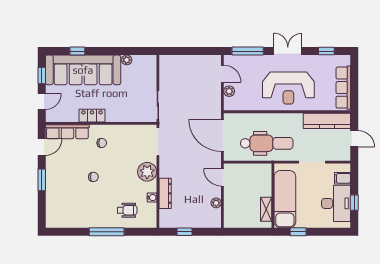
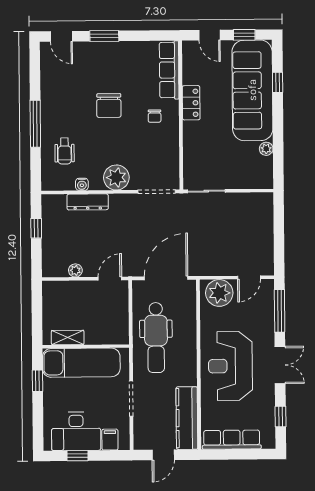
plant: (229, 91) -> (219, 293), width x1.87, depth x1.87
door: (42, 147) -> (61, 36), moved
chair: (93, 177) -> (109, 105), width x1.87, depth x1.87

